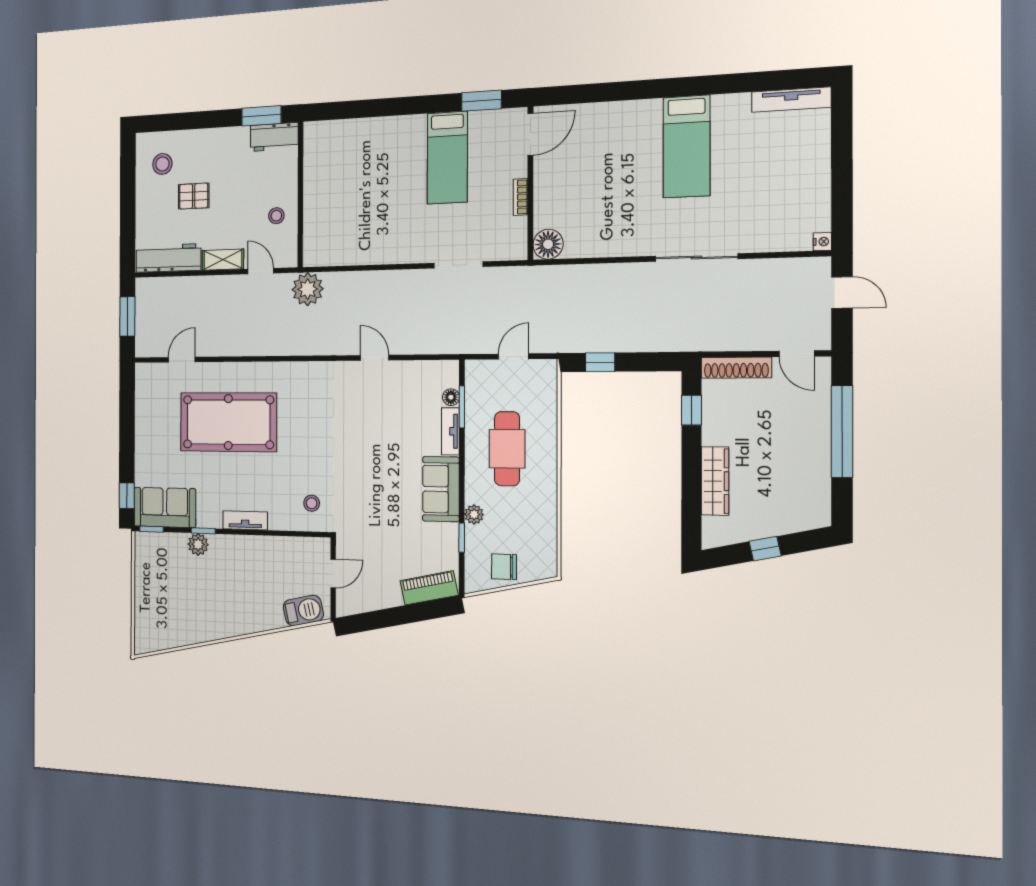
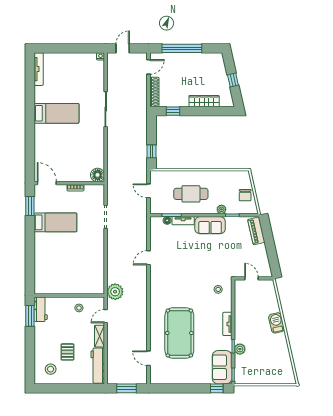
barbecue: (303, 611) -> (276, 323), moved

